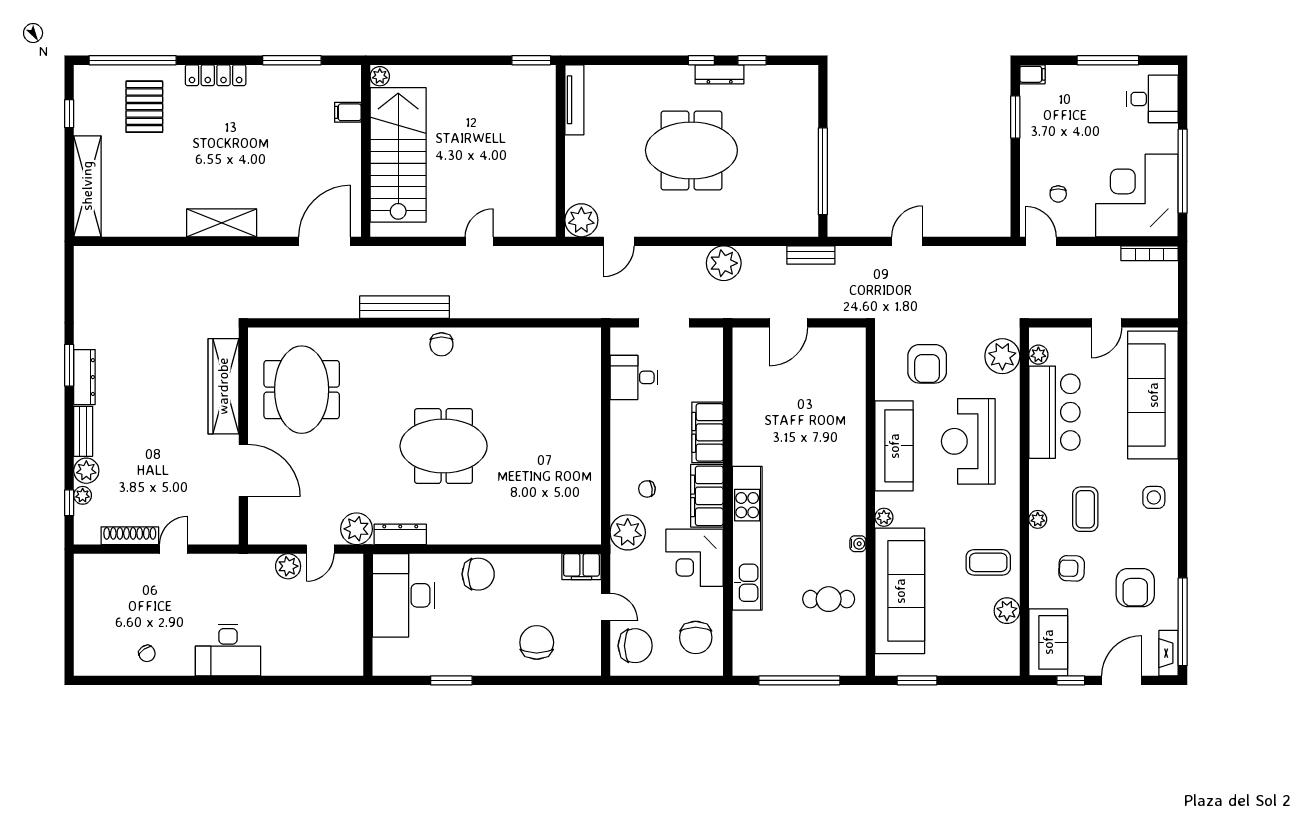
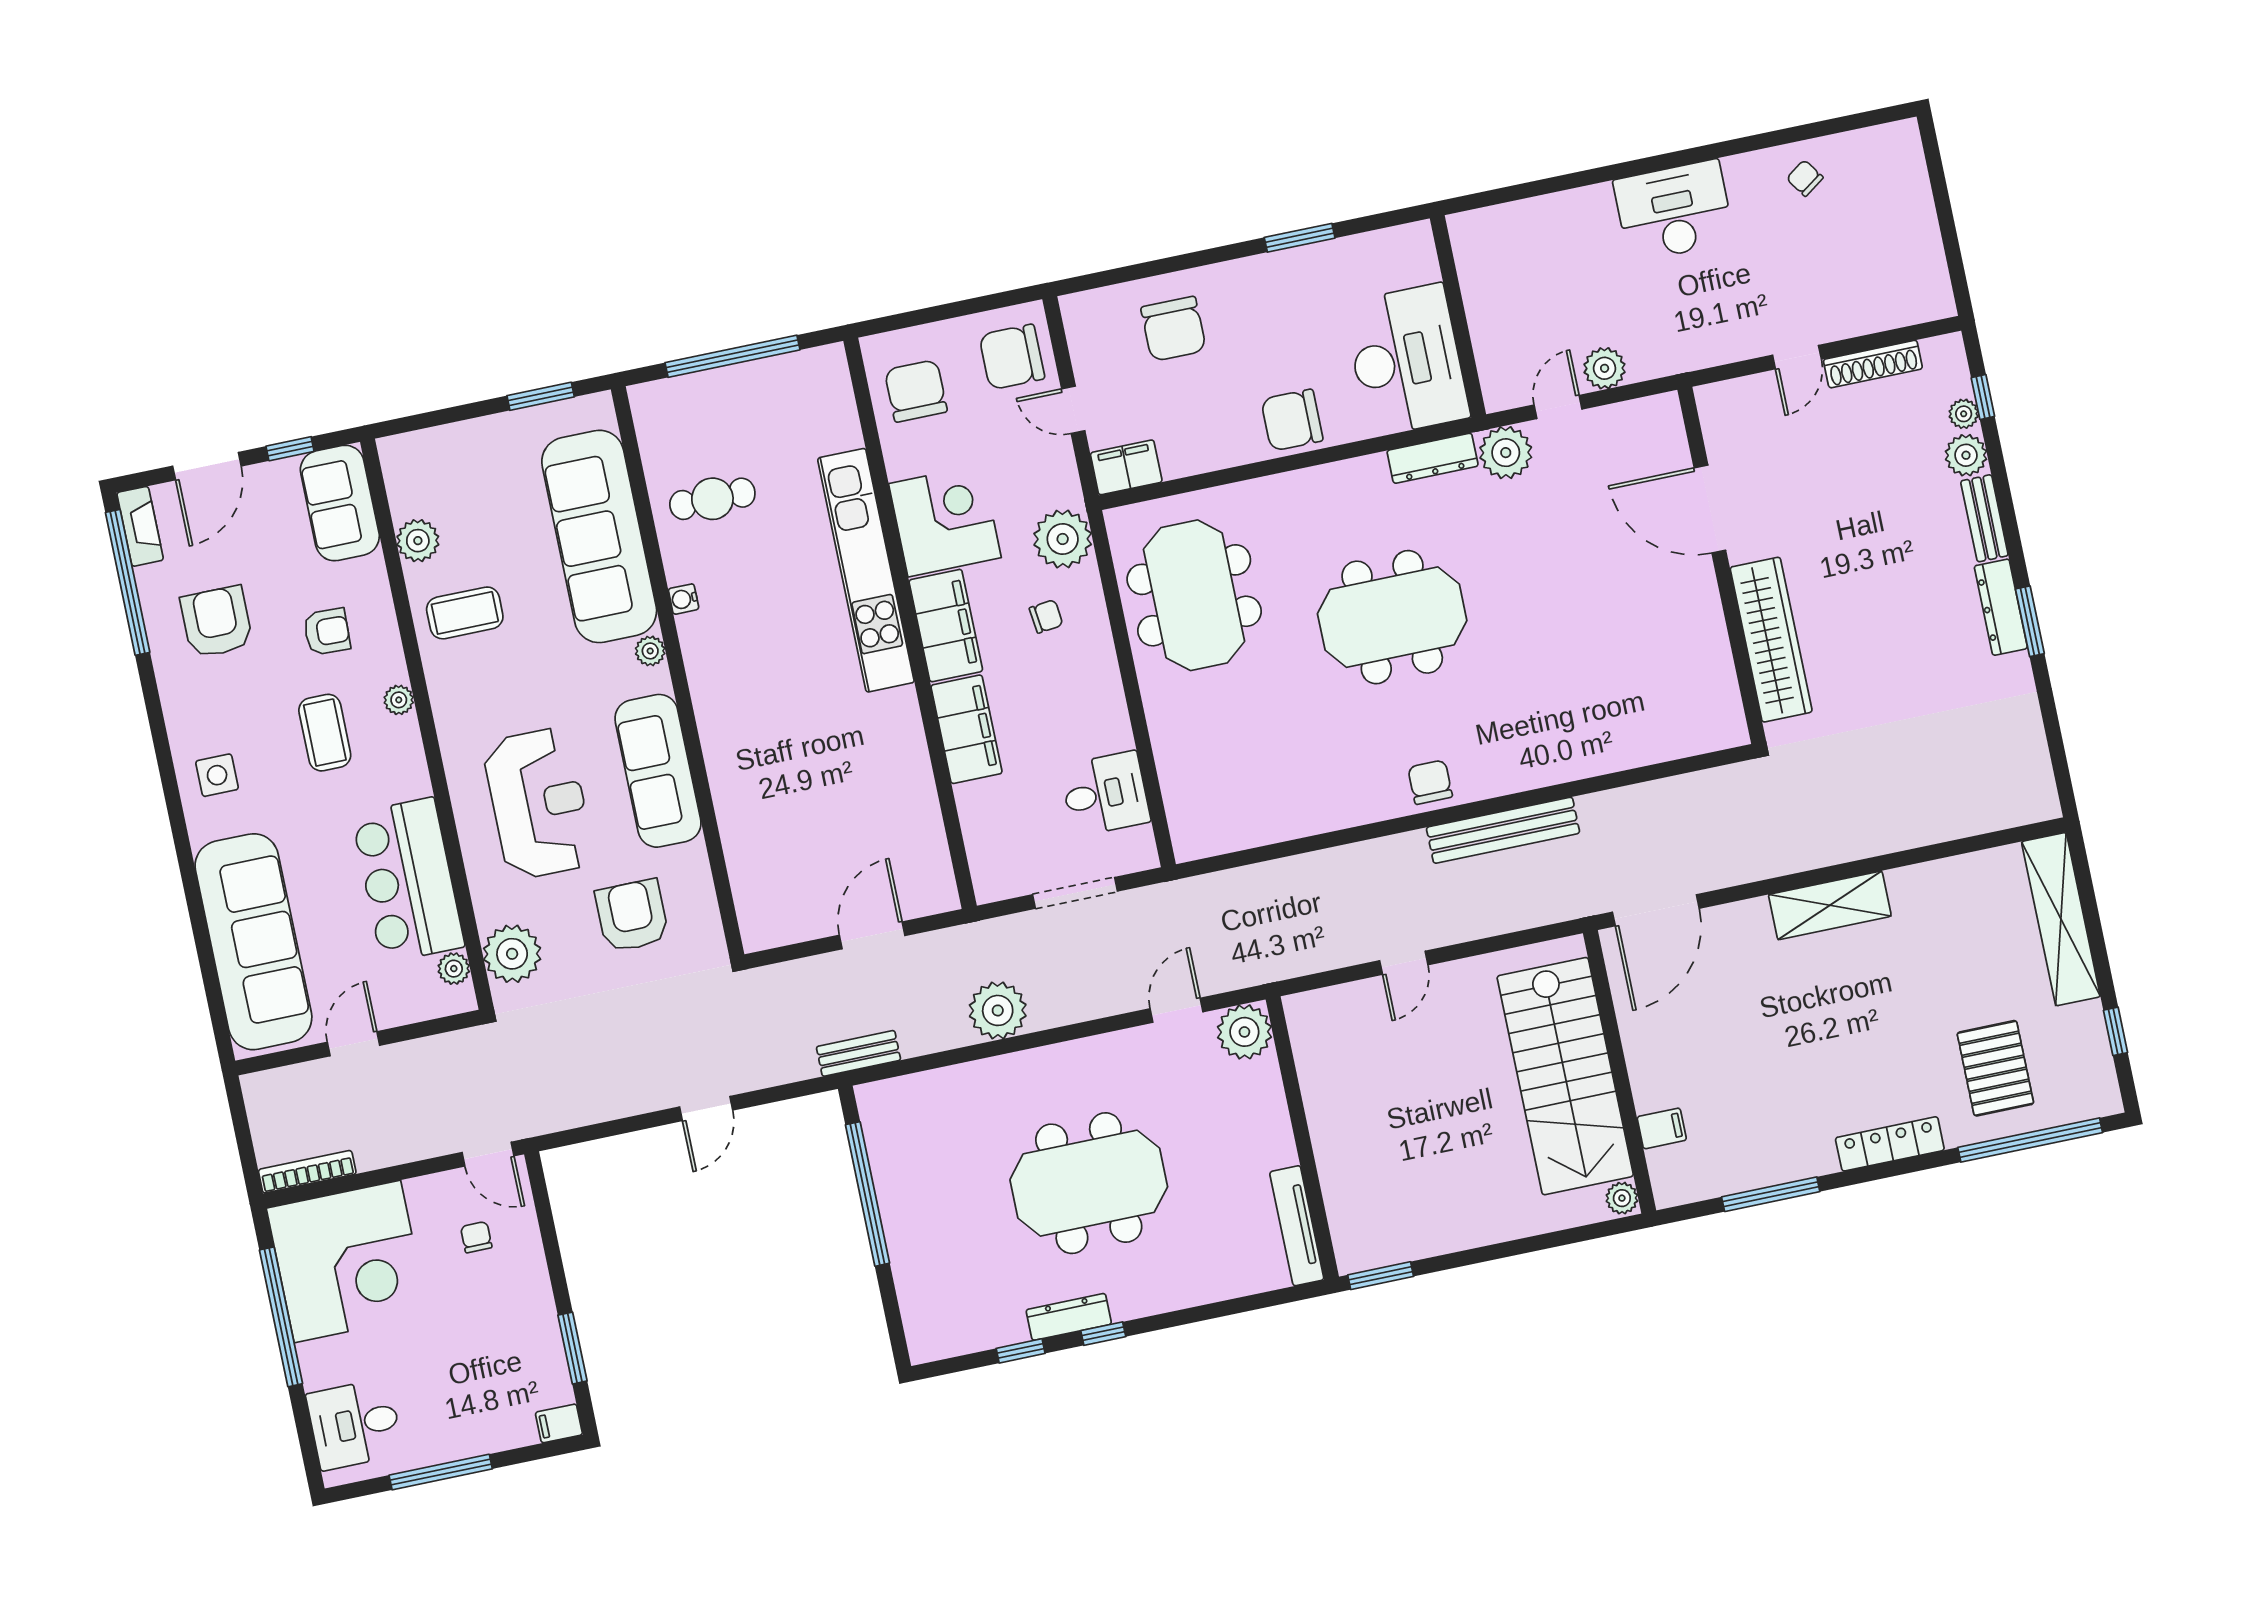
meeting table: (302, 390) -> (1194, 595), moved

